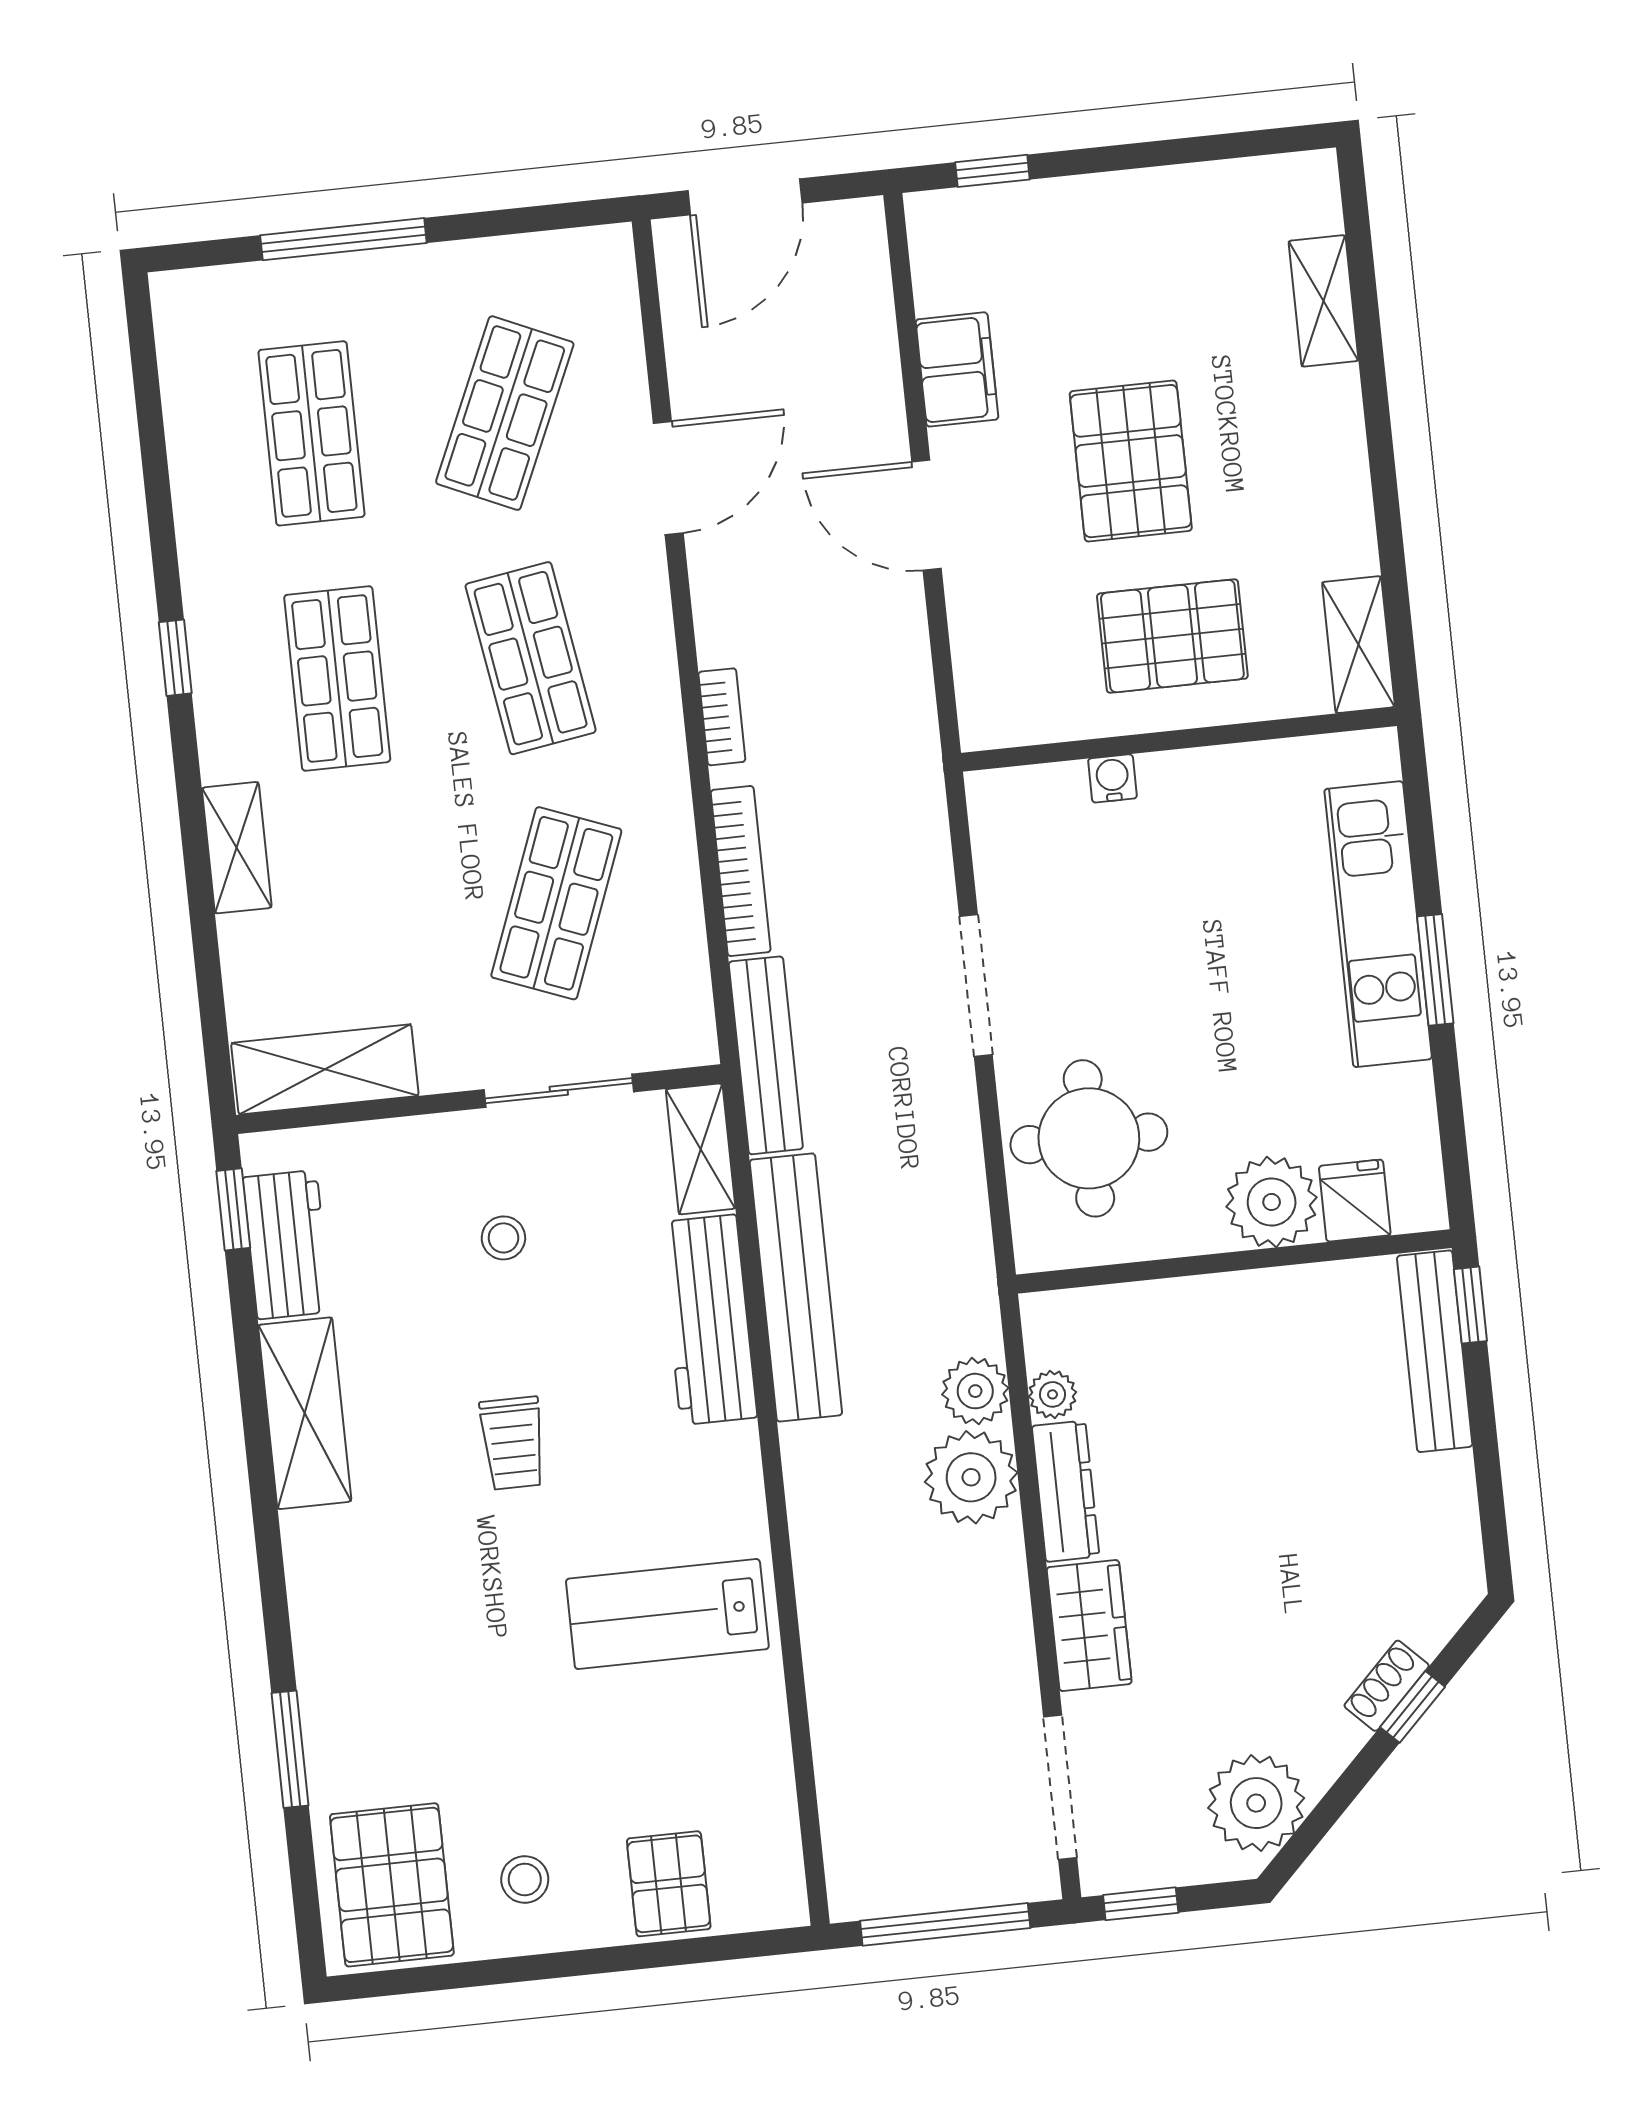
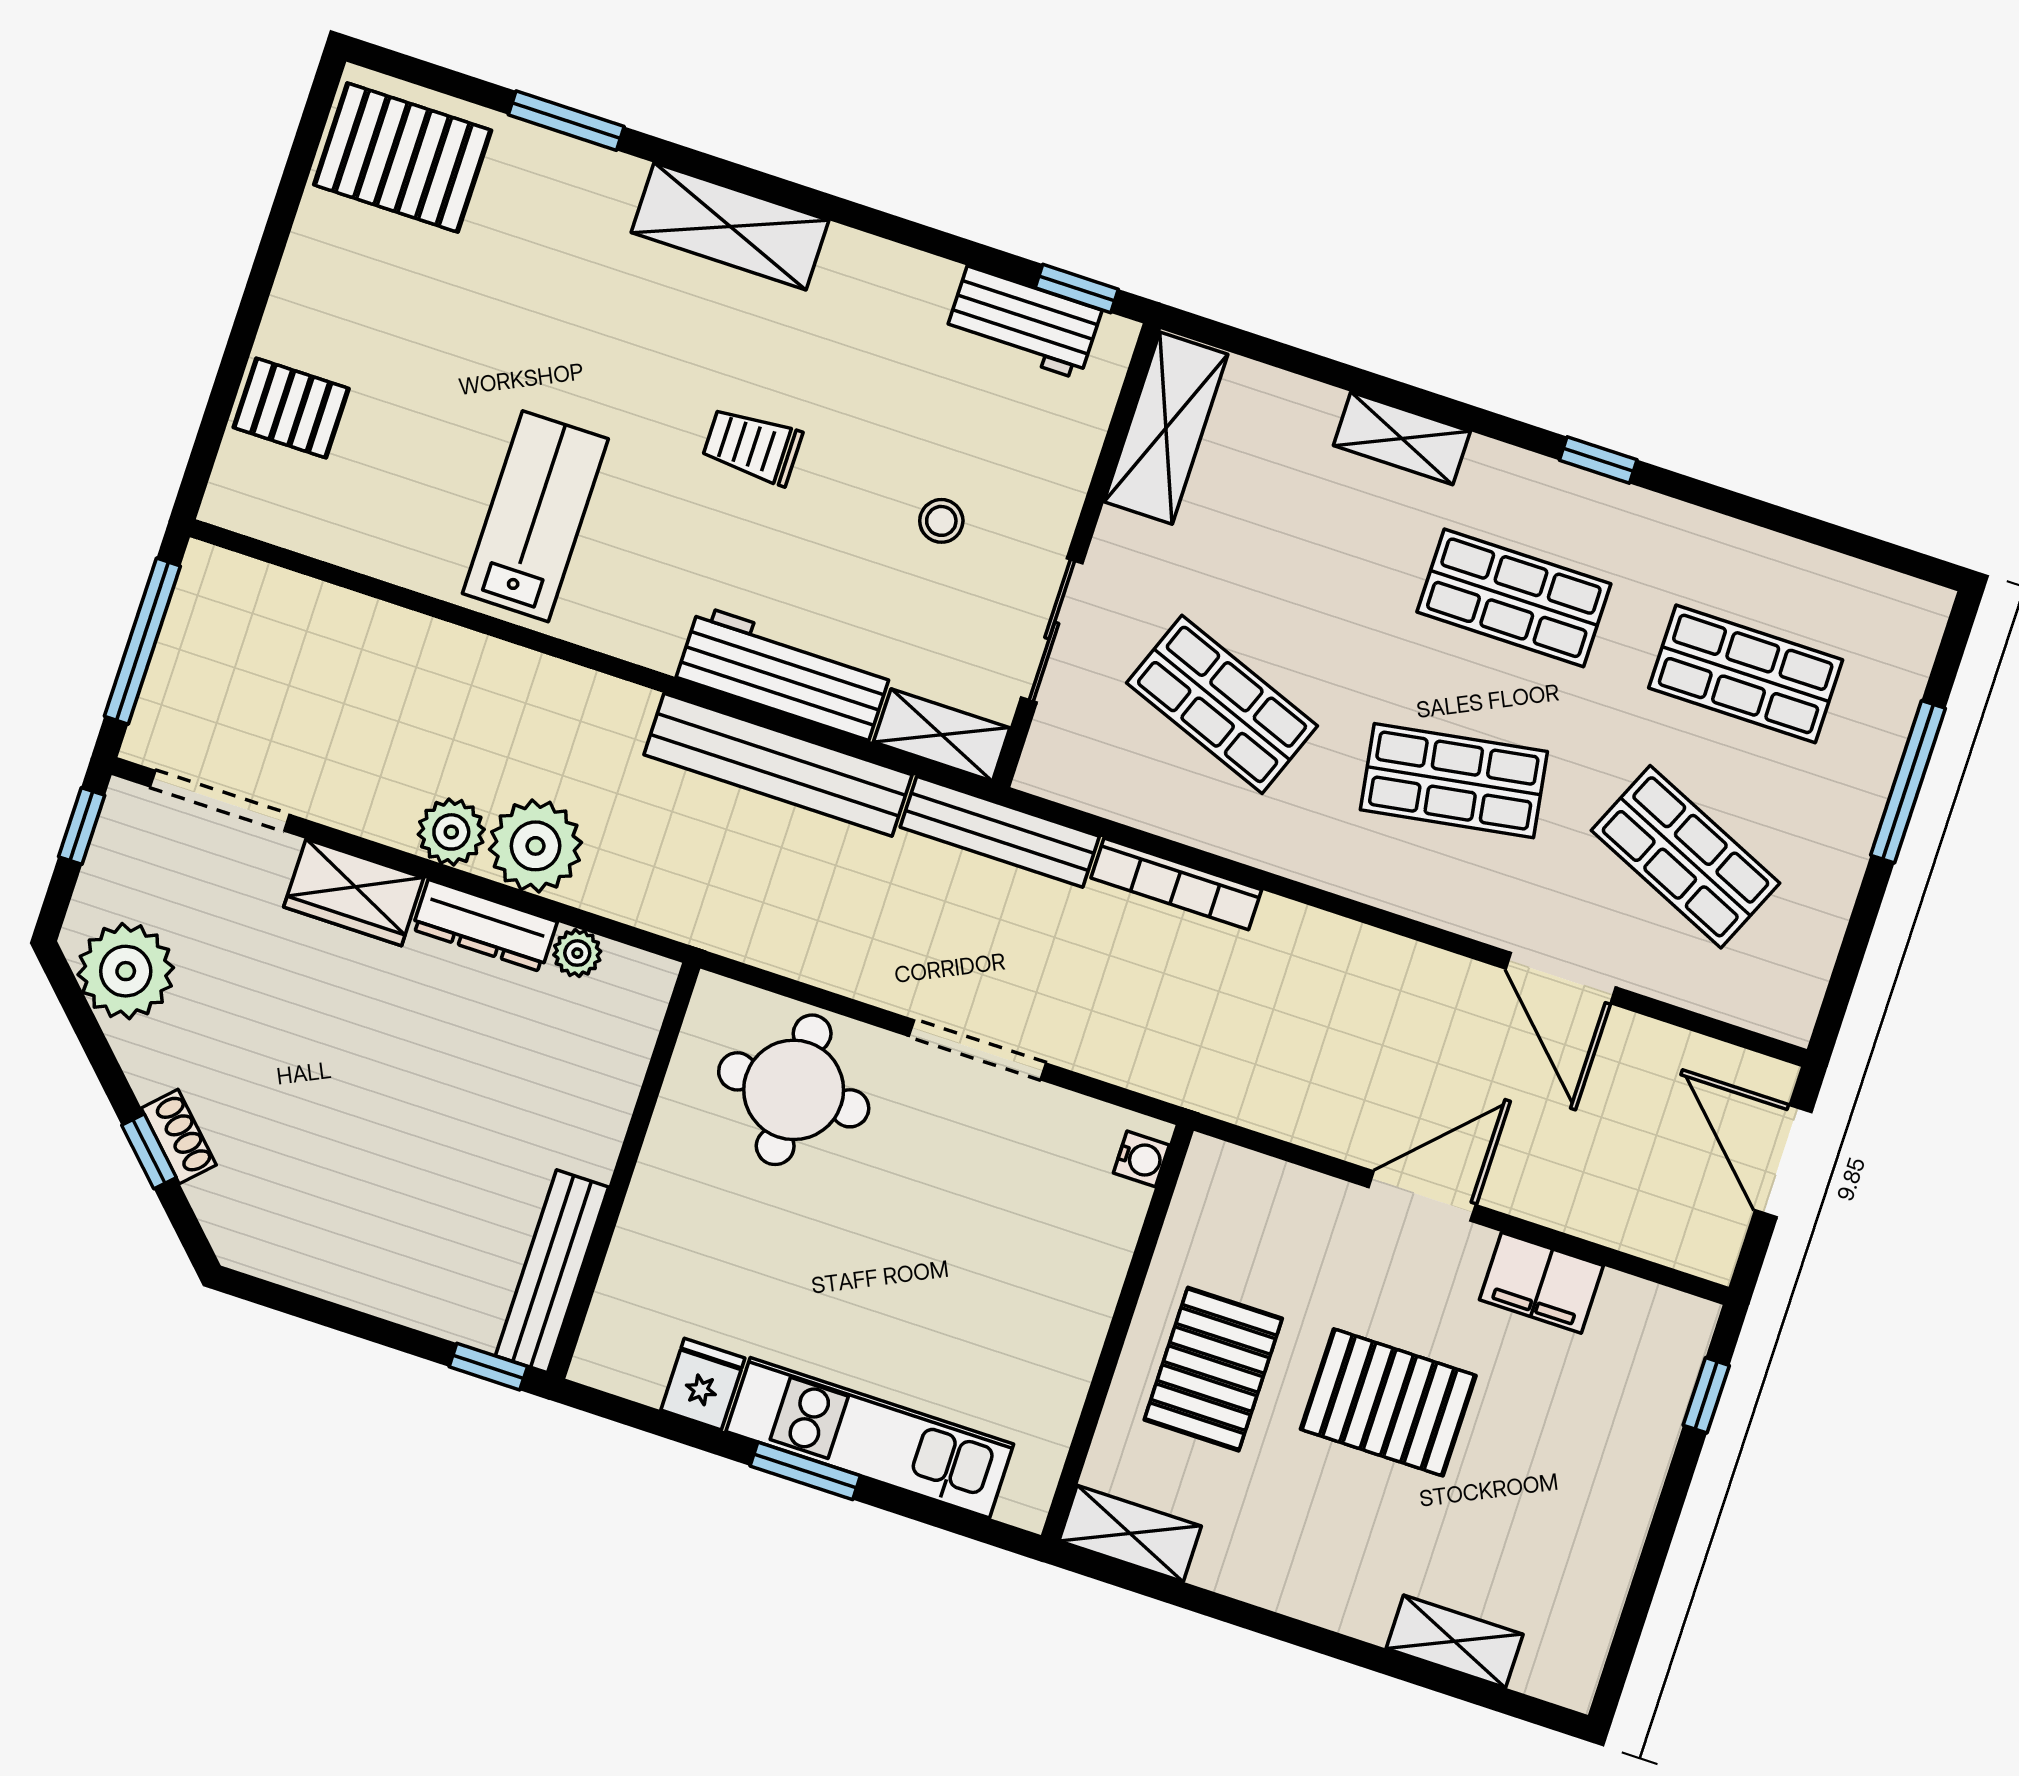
bookcase: (722, 717) -> (1323, 929), removed
water cooler: (1112, 778) -> (1141, 1159), moved
fridge: (1355, 1201) -> (703, 1384), moved, turned -90
plant: (1272, 1202) -> (662, 1229), removed
bench: (1435, 1351) -> (552, 1271), moved, turned 90
plant: (975, 1391) -> (451, 832), moved
shelving: (305, 1413) -> (730, 226), moved
stool: (525, 1879) -> (354, 280), removed

